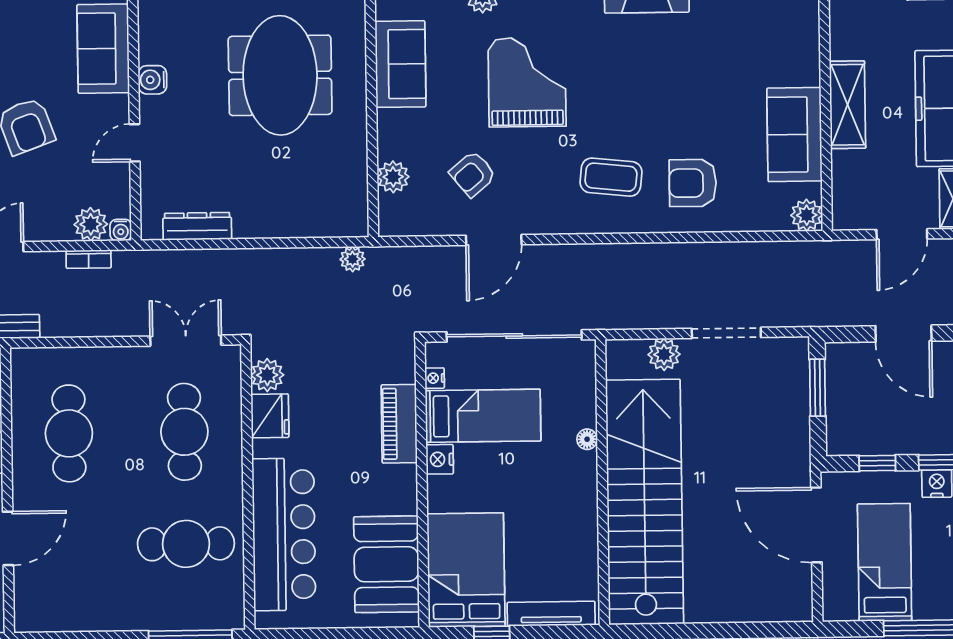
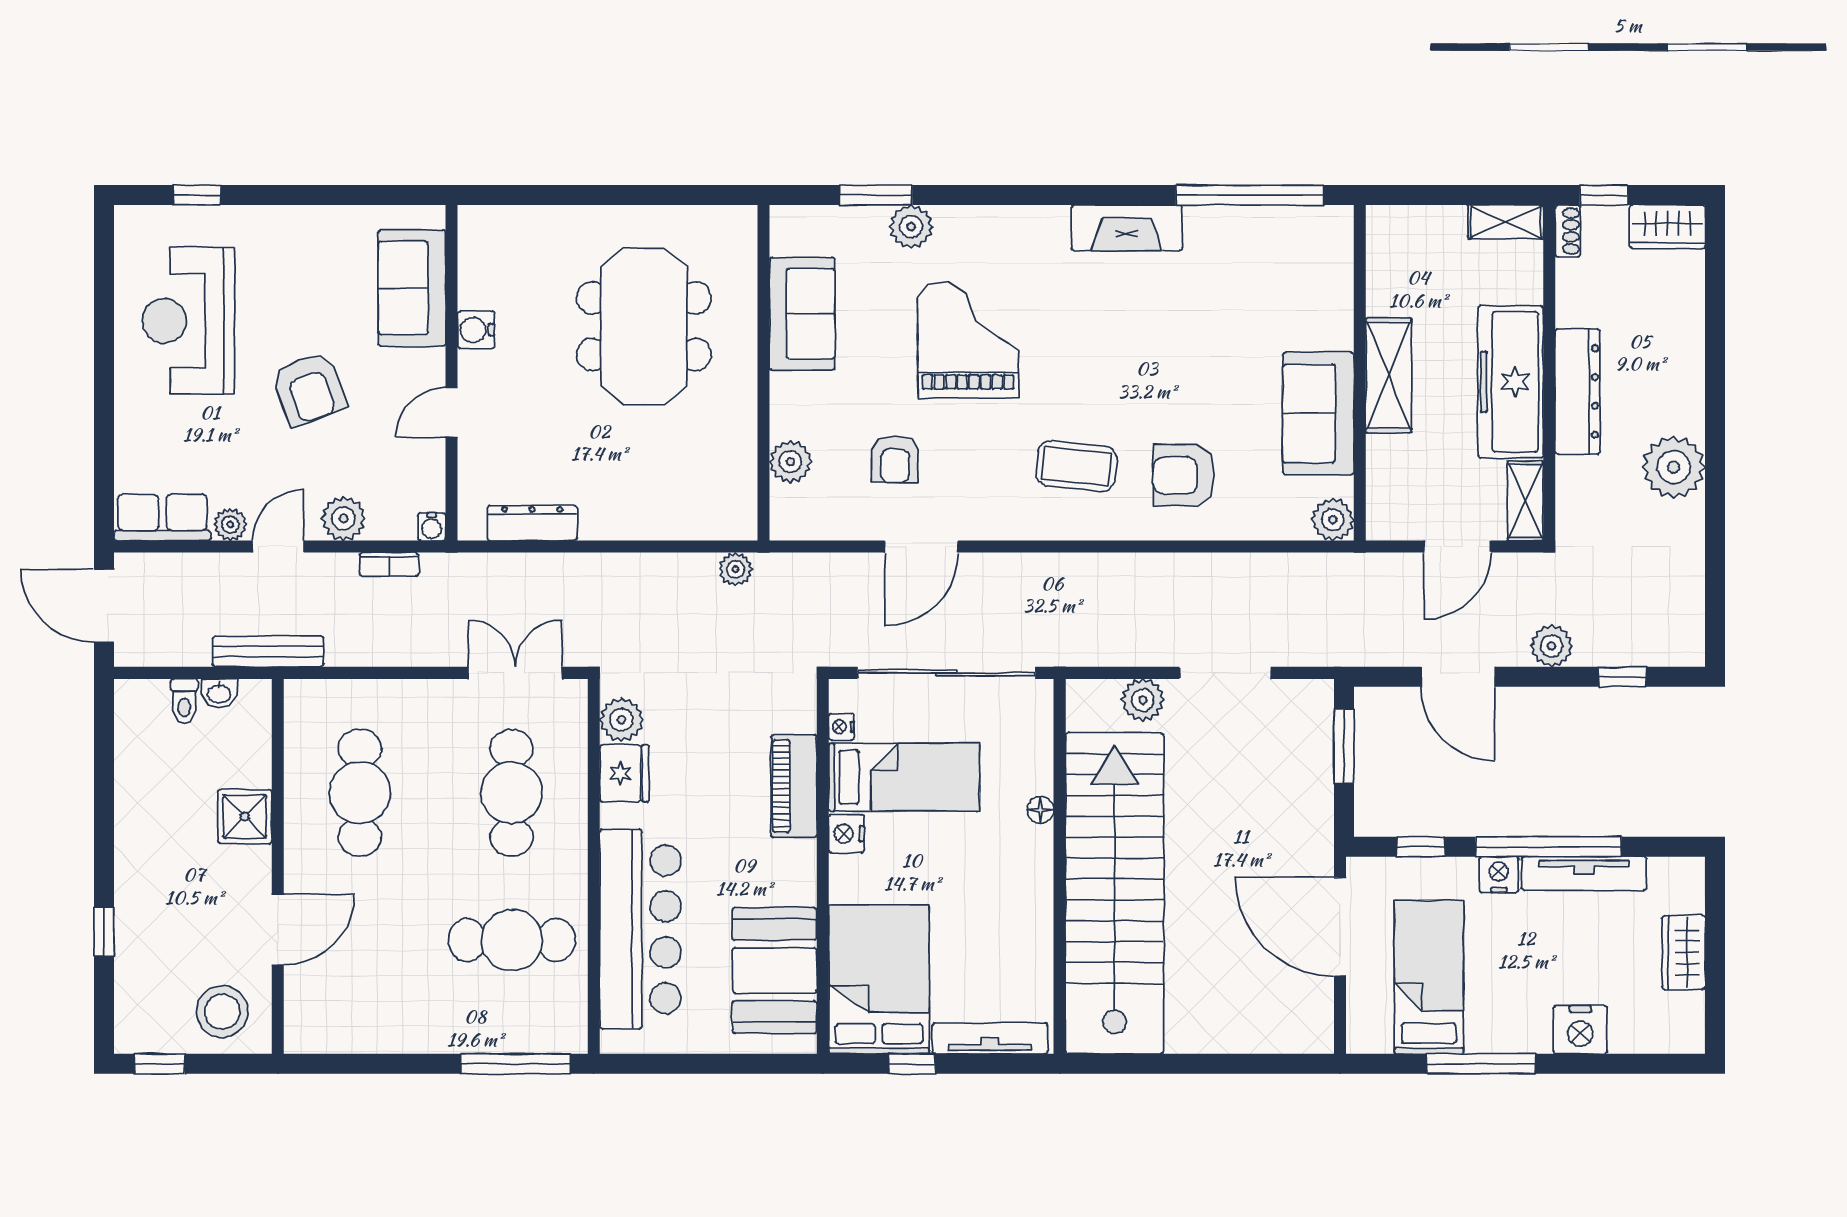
armchair: (473, 174) -> (895, 459), turned -50
plant: (91, 224) -> (343, 519), moved

